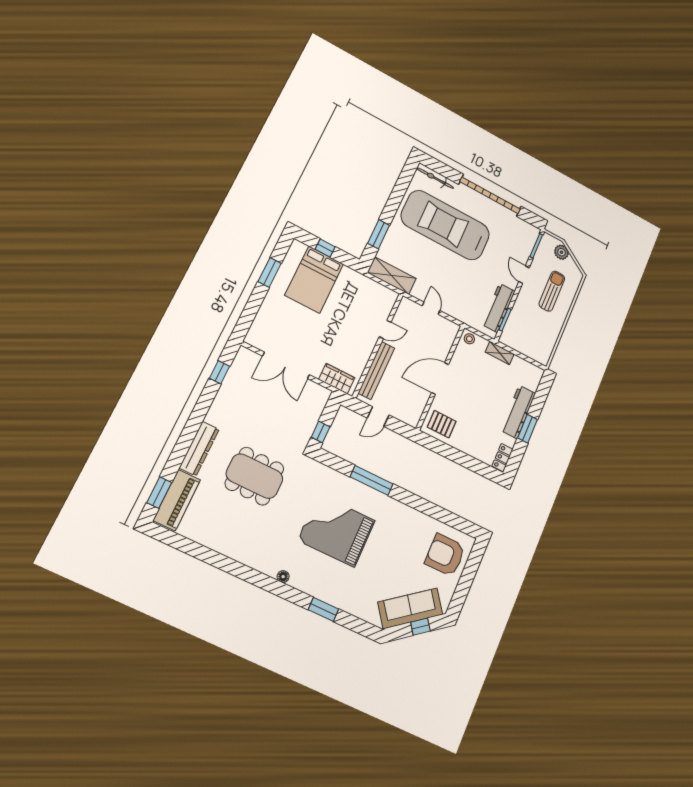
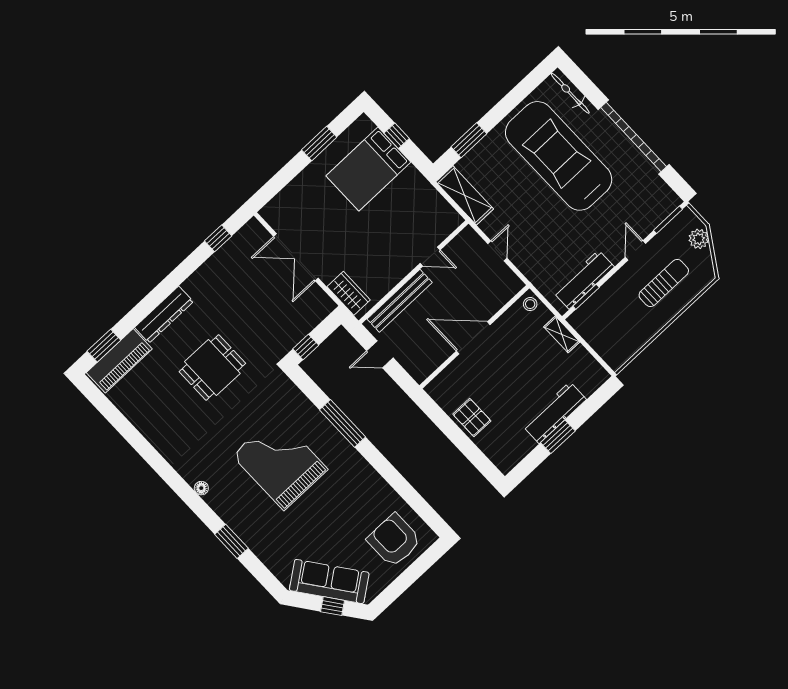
pallet: (442, 424) -> (472, 418), moved
locker: (502, 458) -> (511, 458), removed
dining table: (254, 476) -> (212, 367), width x0.73

